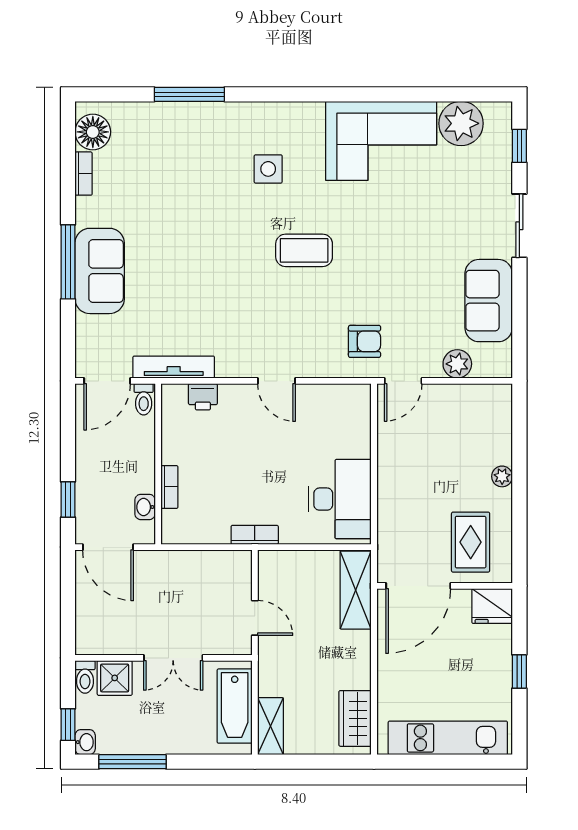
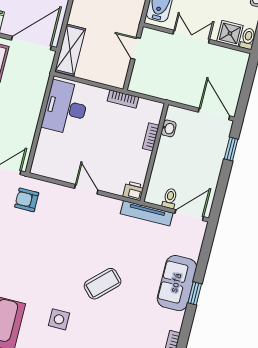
coffee table: (304, 250) -> (103, 284), moved, turned -44
window: (68, 262) -> (195, 293), width x0.46
wall: (158, 464) -> (154, 153), moved
bookcase: (169, 487) -> (151, 137), moved
washbasin: (145, 507) -> (169, 128), moved

